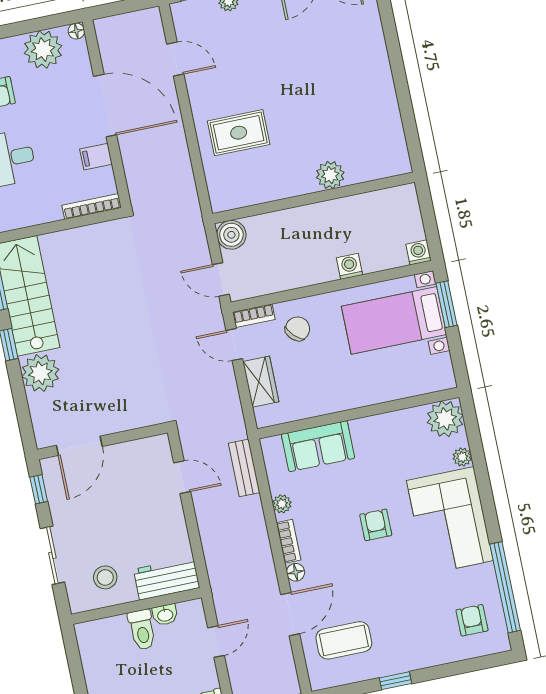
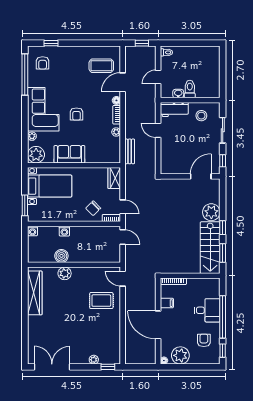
door: (175, 59) -> (123, 279), moved
wardrobe: (386, 119) -> (35, 293), added
boiler: (231, 235) -> (61, 256), moved
bed with nightstands: (394, 320) -> (50, 186), moved
wardrobe: (261, 382) -> (114, 178), moved
sofa: (318, 446) -> (69, 154), moved
door: (182, 477) -> (158, 130), moved
window: (396, 681) -> (51, 43), moved

